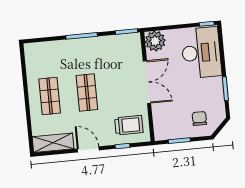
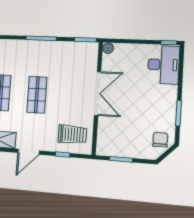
plant: (155, 41) -> (108, 48), width x0.53, depth x0.53
desk: (201, 53) -> (164, 65), width x0.73, depth x0.77
chair: (199, 118) -> (160, 140), moved
door: (88, 149) -> (29, 152), swing flipped

